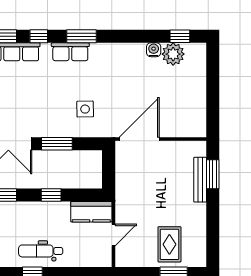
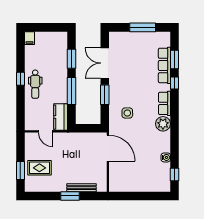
window: (81, 36) -> (174, 111), removed
plant: (173, 54) -> (163, 124), moved
window: (213, 174) -> (70, 196), moved
window: (51, 195) -> (71, 91), width x2.17
dental chair: (41, 251) -> (35, 84), turned 180

